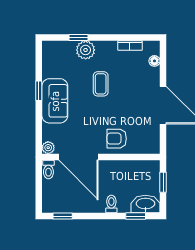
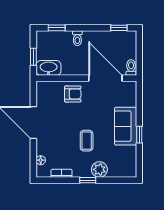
window: (78, 38) -> (88, 180), moved
plant: (48, 148) -> (131, 86), removed
washbasin: (145, 204) -> (49, 68), moved, turned 180

